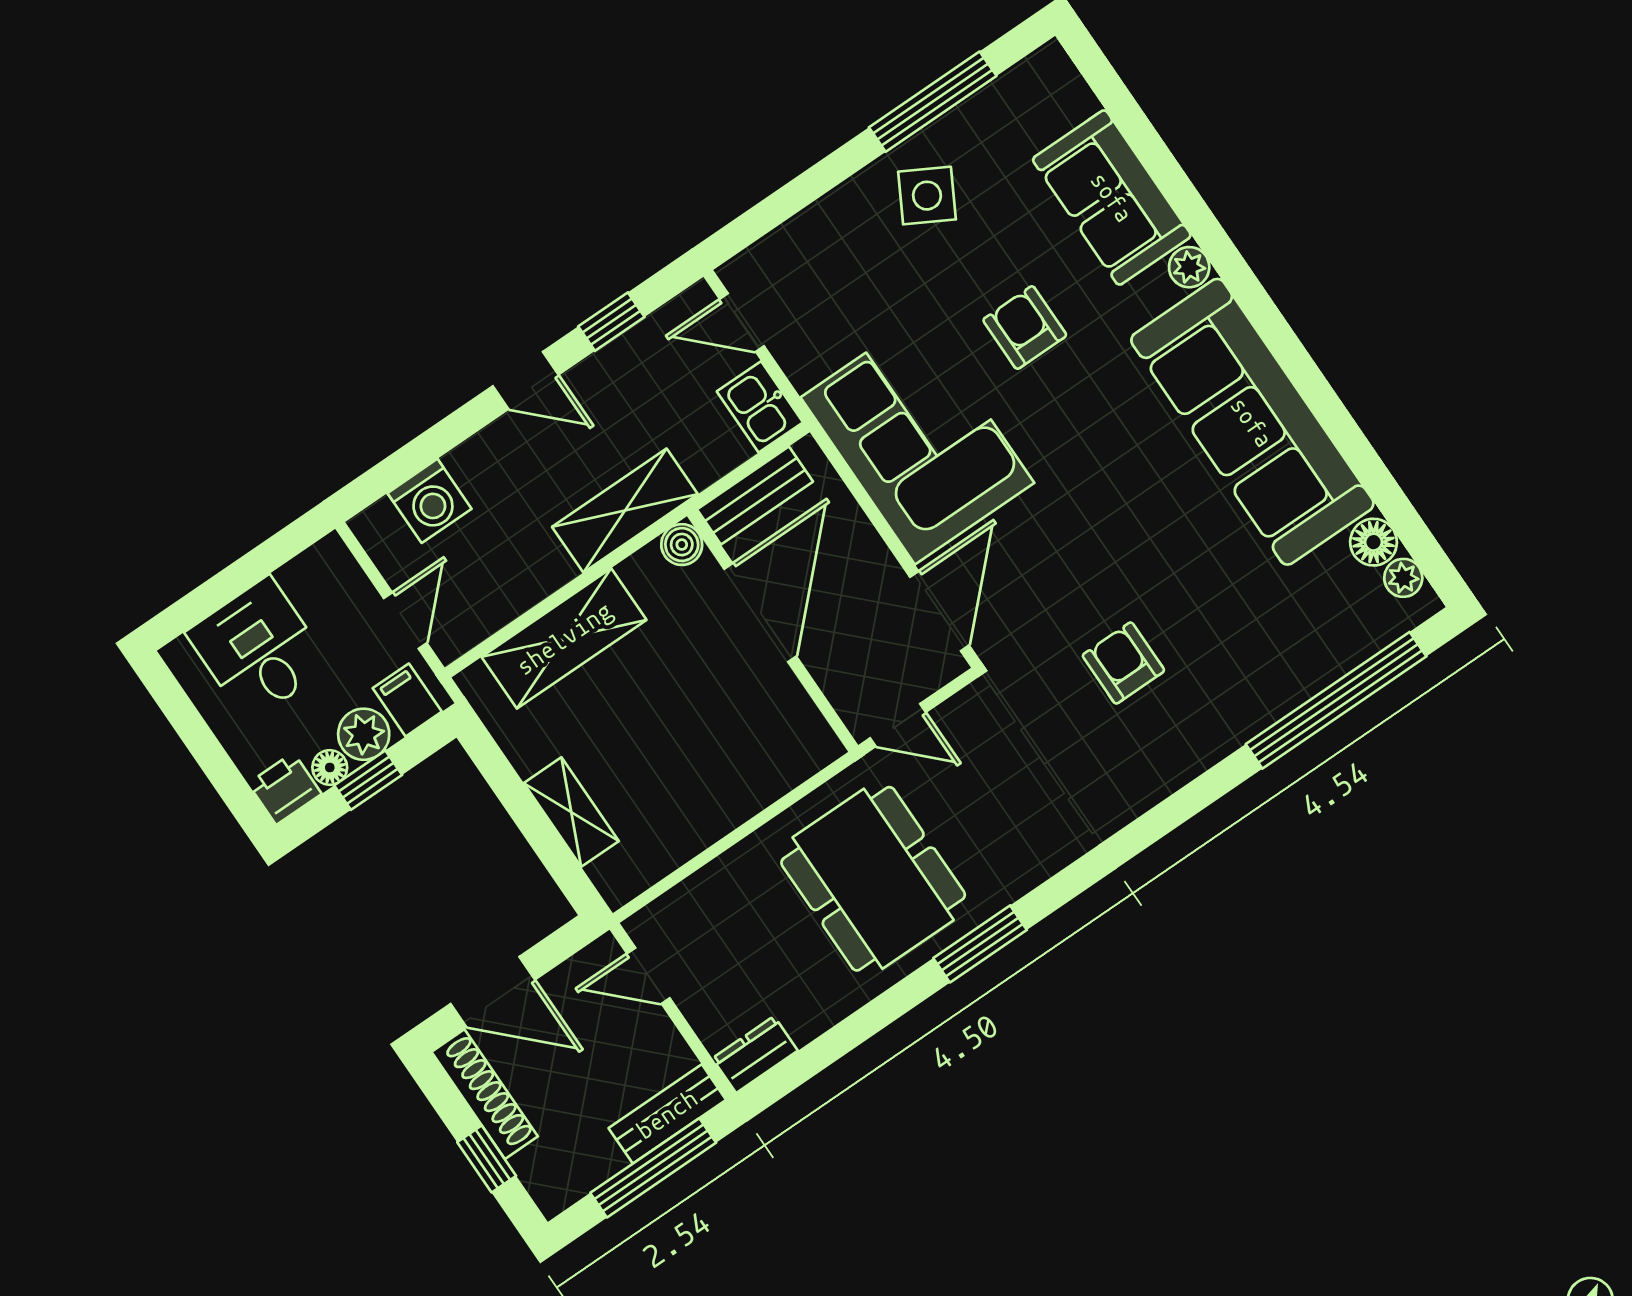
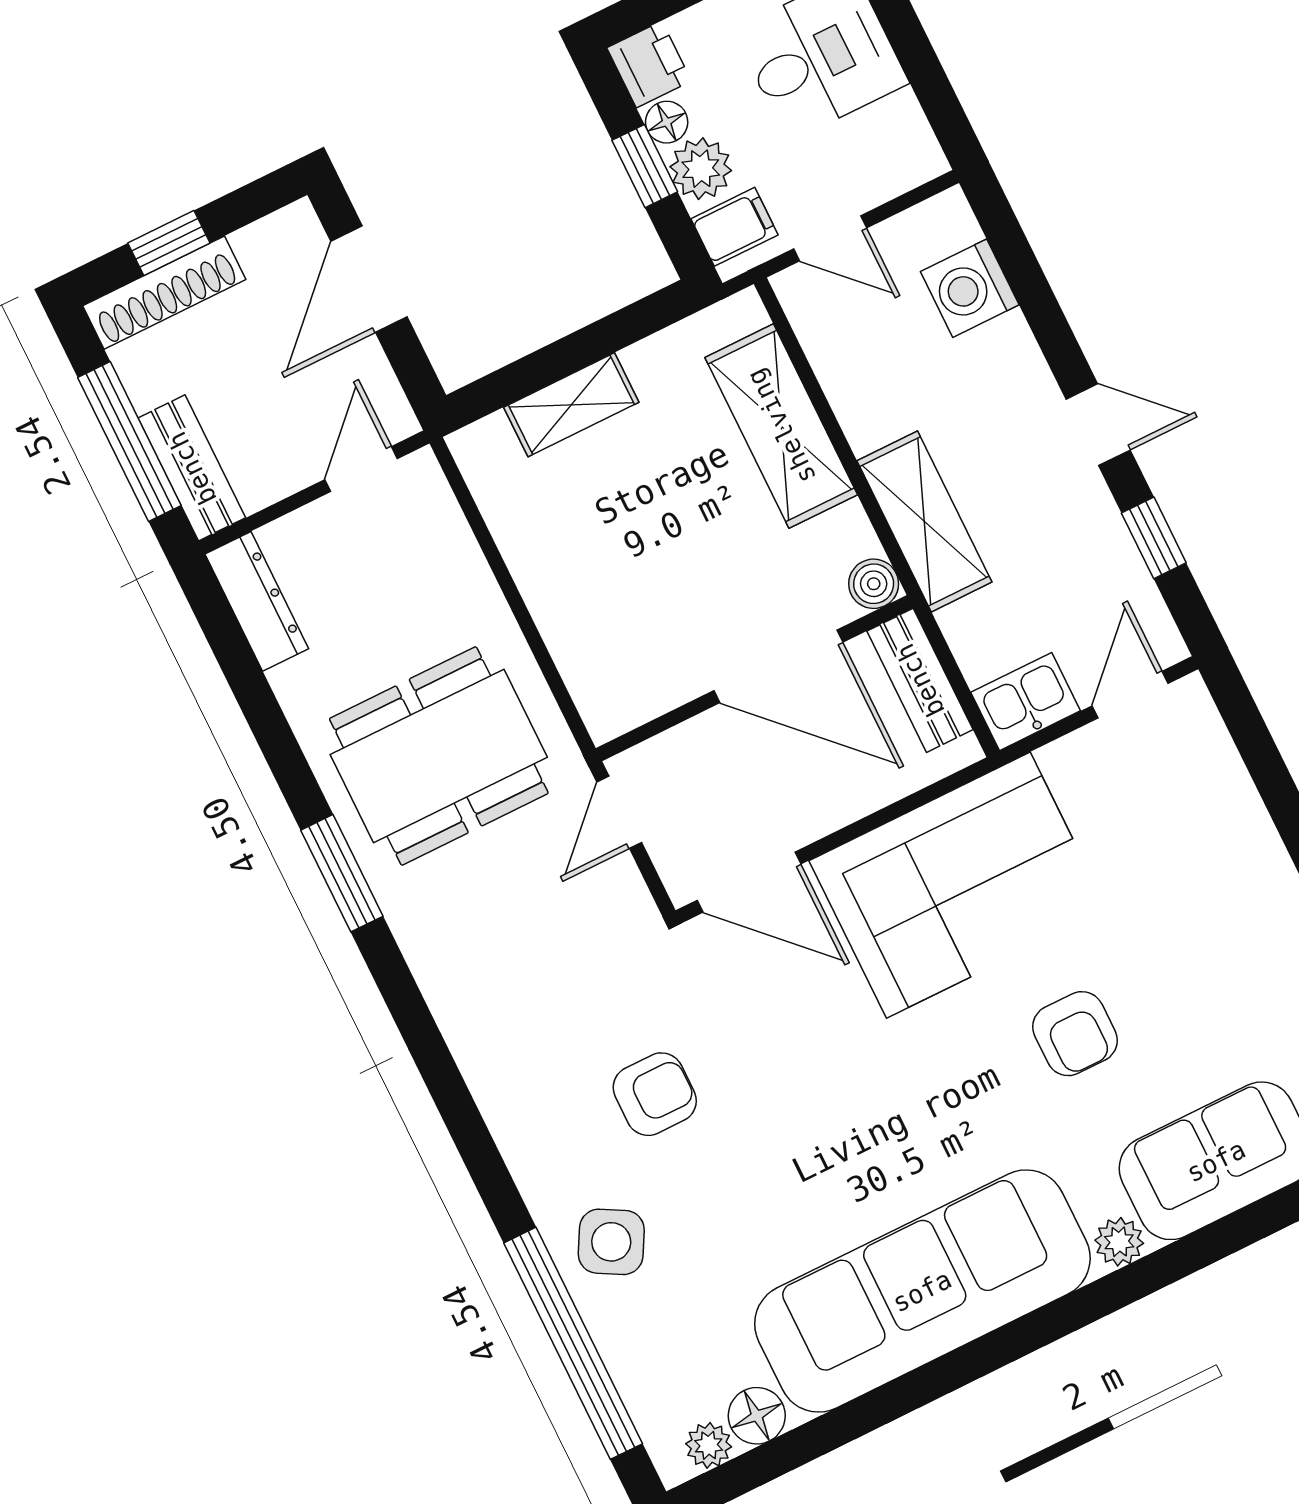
side table: (927, 196) -> (611, 1242), moved
armchair: (1025, 328) -> (1075, 1034), turned 90
door: (526, 380) -> (1098, 425), swing flipped
dresser: (755, 1054) -> (257, 601), width x1.44
shoe rack: (485, 1094) -> (164, 293), moved

